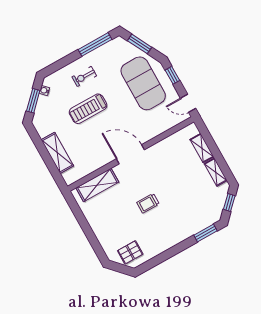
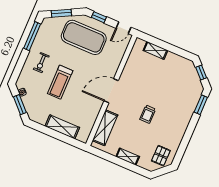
shelving: (216, 172) -> (128, 157), moved

